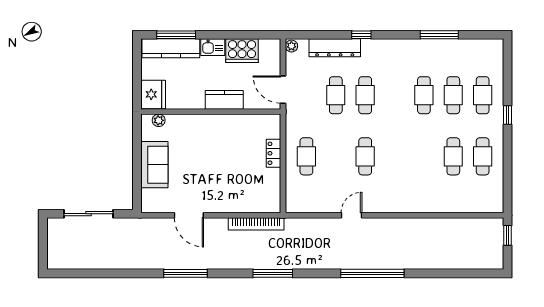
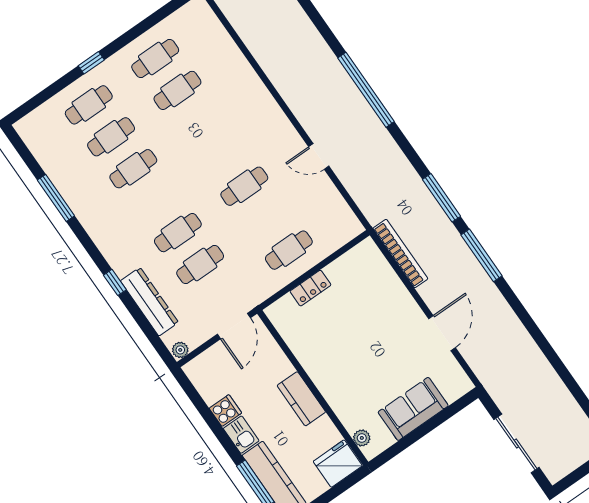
cooker: (242, 51) -> (225, 411), width x0.53, depth x0.76
kitchen counter: (224, 100) -> (301, 399), moved
window: (186, 273) -> (482, 255), moved

